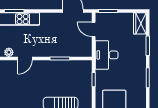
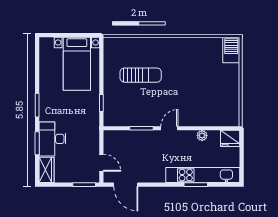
desk: (107, 55) -> (53, 139), moved, turned 180
door: (25, 58) -> (169, 128), moved

